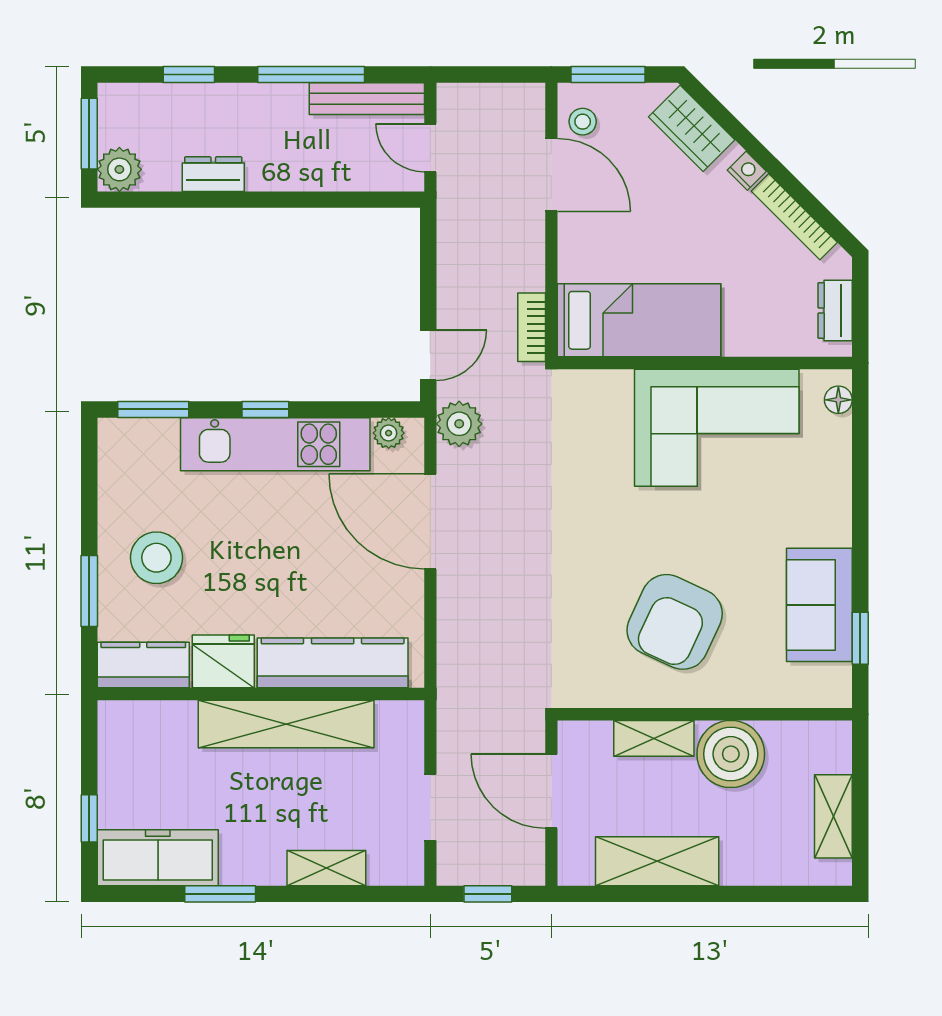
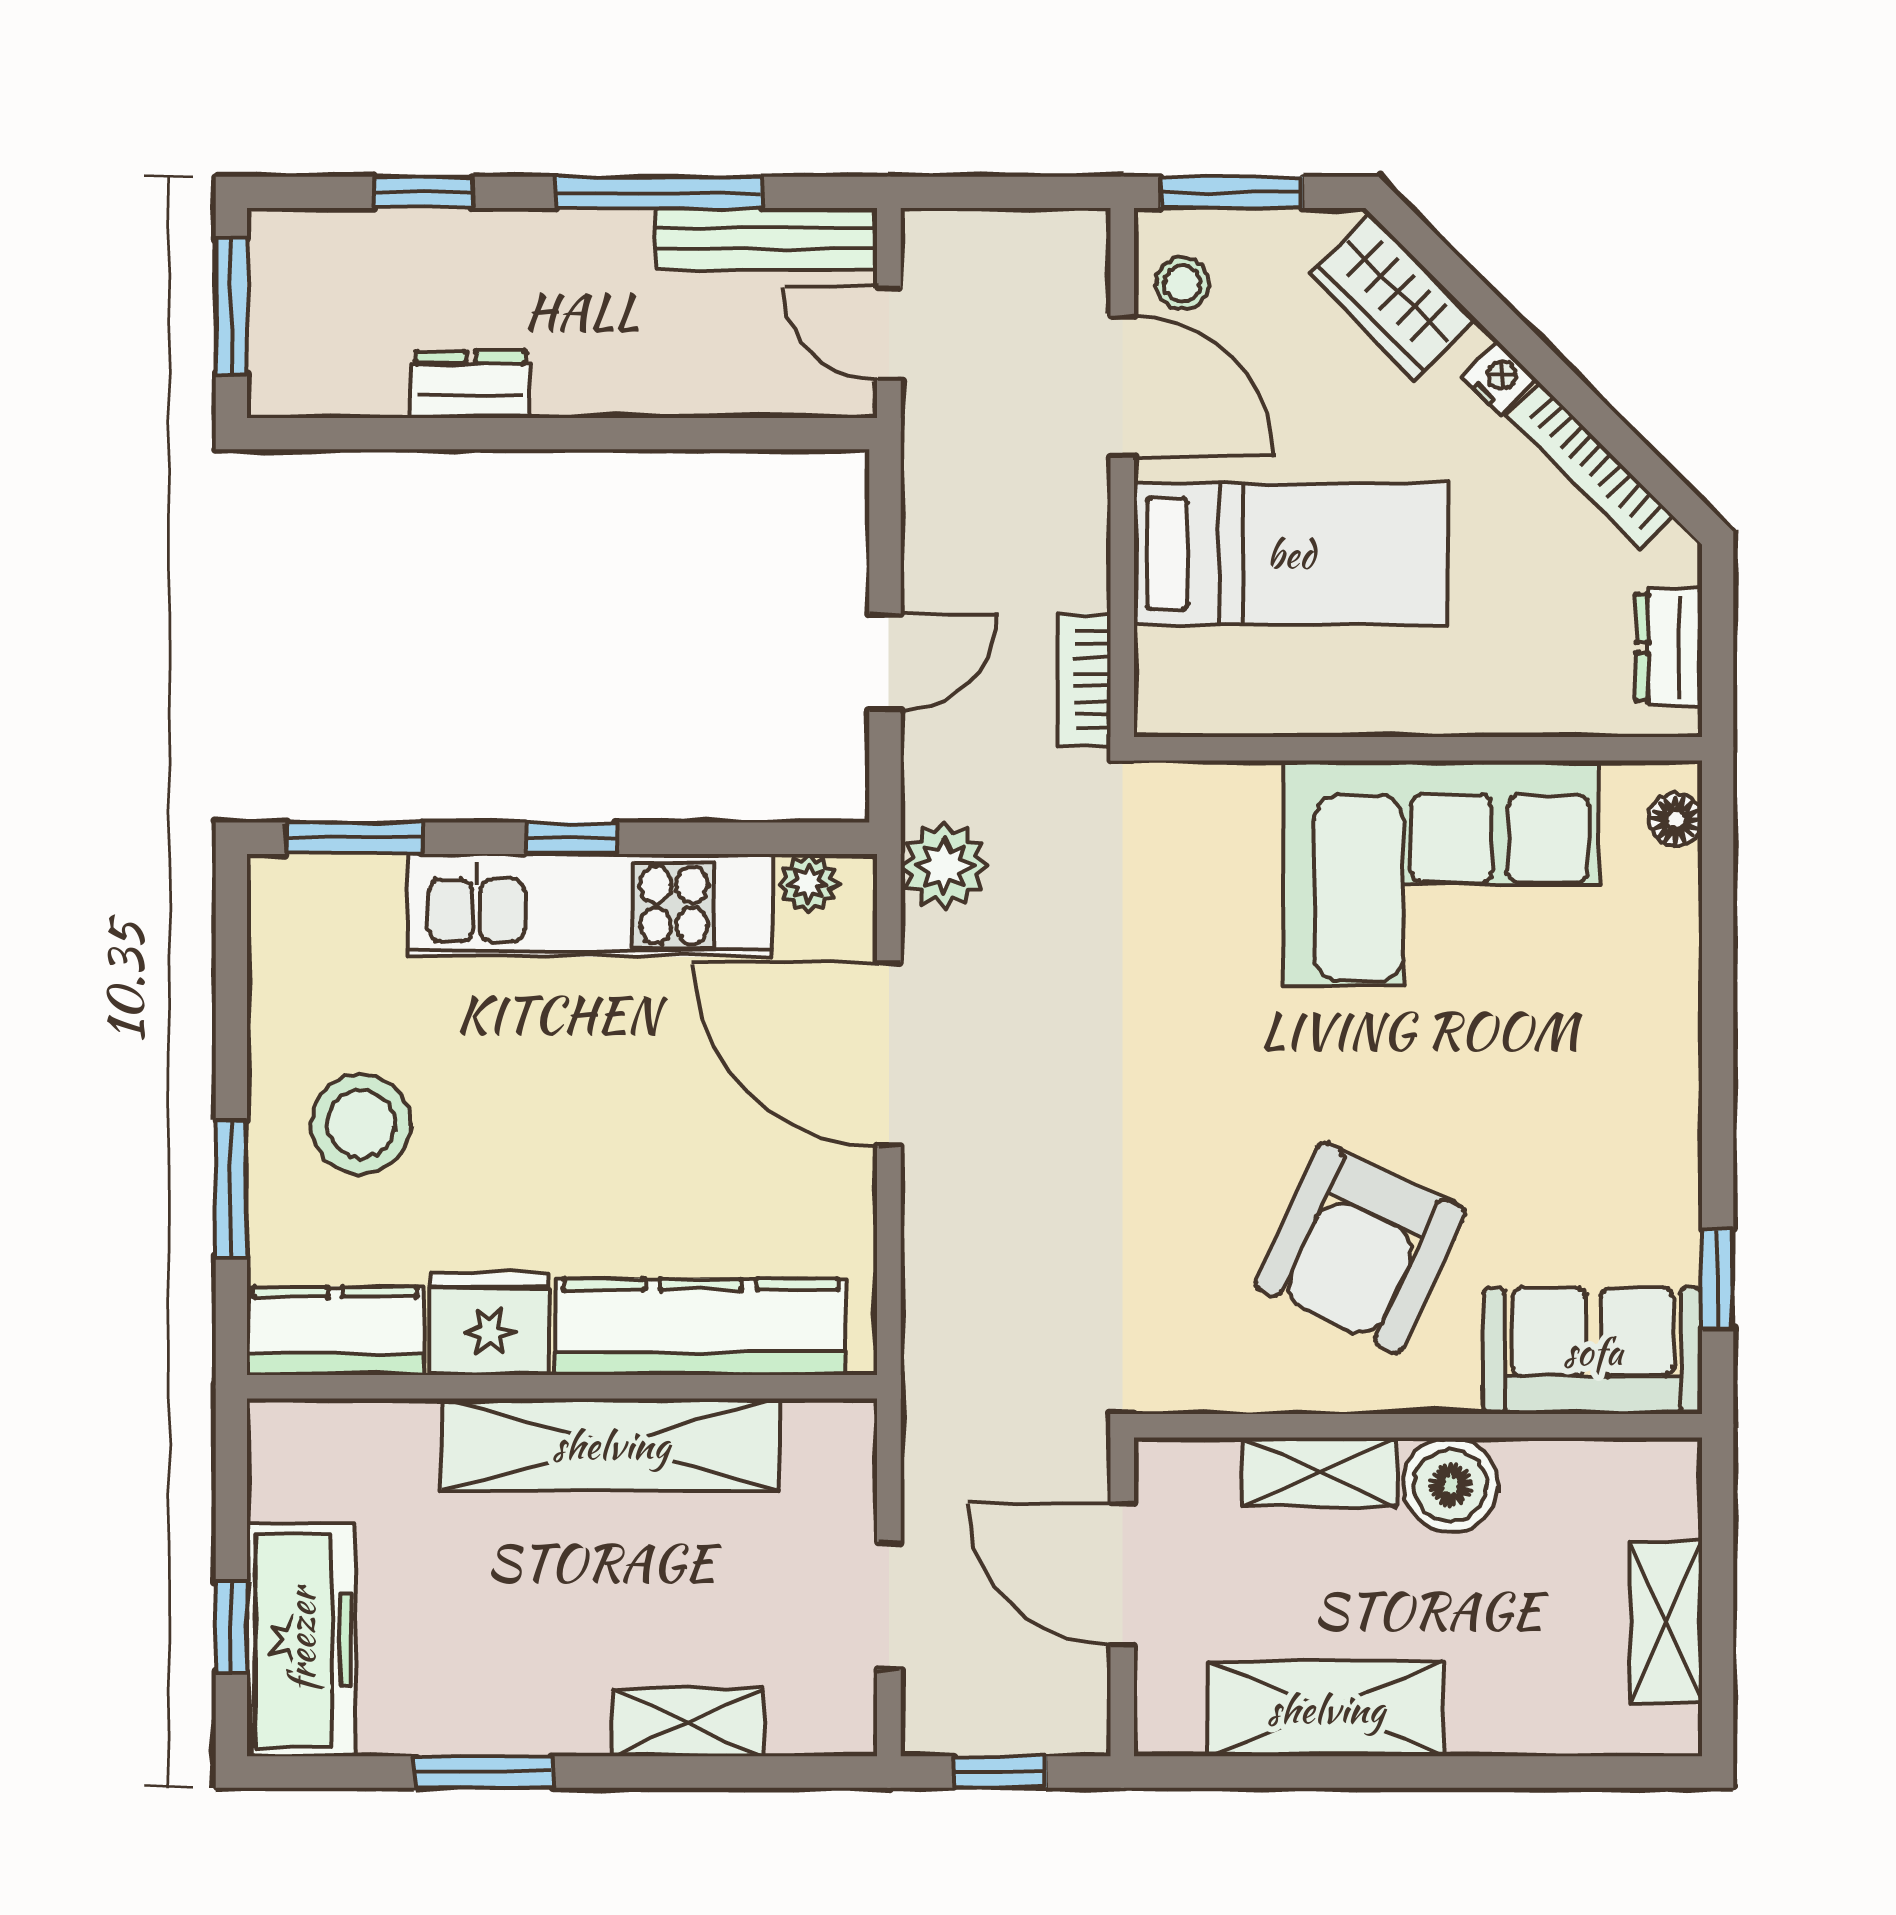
plant: (119, 169) -> (289, 375), removed
bed: (639, 320) -> (1291, 554), moved
door: (428, 355) -> (885, 662), moved
sofa: (819, 605) -> (1593, 1351), moved, turned 90
boiler: (731, 754) -> (1451, 1485), width x0.73, depth x0.73
freezer: (158, 858) -> (301, 1640), moved, turned 90

